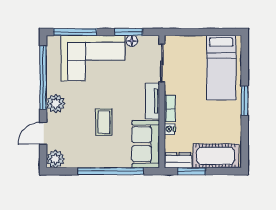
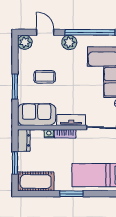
coffee table: (104, 122) -> (45, 77), moved
cot: (216, 156) -> (36, 182), moved, turned 90
window: (111, 171) -> (15, 87), width x0.47
window: (192, 171) -> (15, 163), moved

